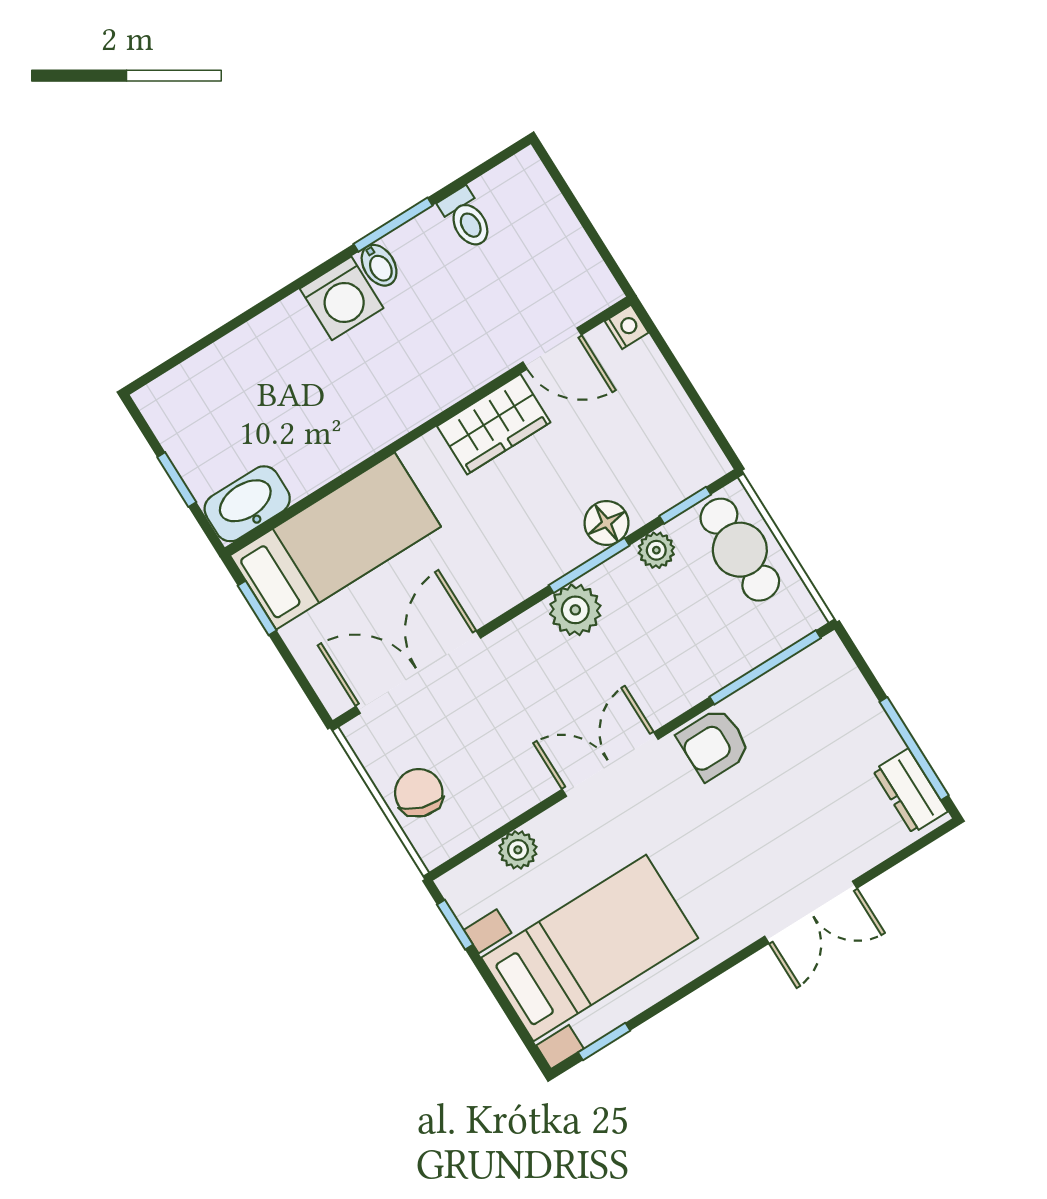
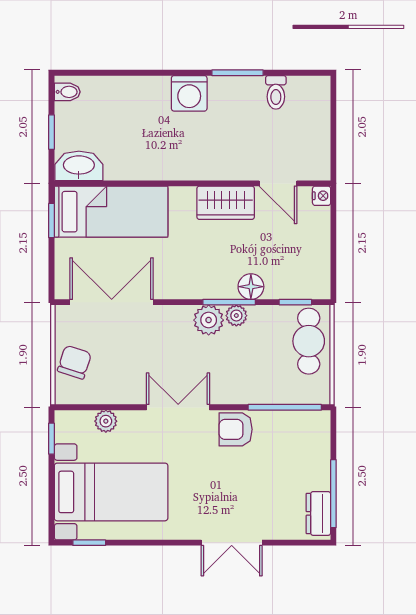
bidet: (379, 265) -> (67, 92), moved, turned -90
plant: (656, 550) -> (236, 316), moved

